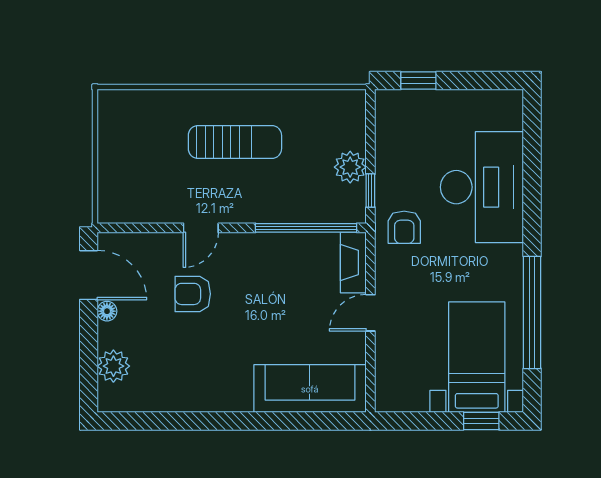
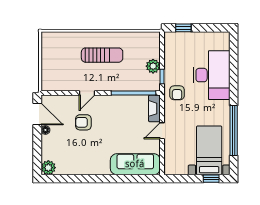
plant: (113, 366) -> (48, 168), moved

